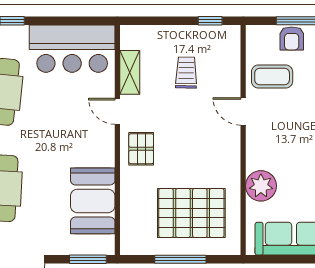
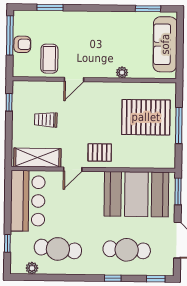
shelving: (130, 72) -> (37, 158), width x1.50, depth x1.33
plant: (261, 186) -> (122, 72), width x0.53, depth x0.53
booth: (93, 201) -> (136, 194), width x1.36, depth x1.42
pallet: (191, 213) -> (146, 117), turned 90

